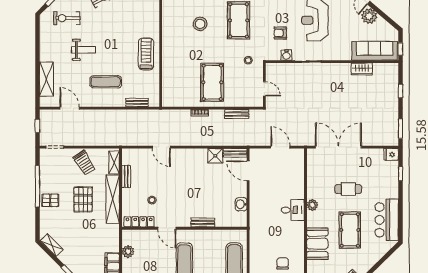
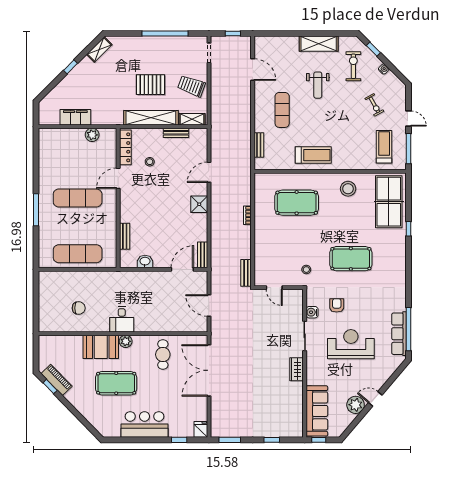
stool: (200, 24) -> (348, 189), moved
wardrobe: (362, 69) -> (296, 369), moved
shelving: (47, 79) -> (319, 44), moved
pool table: (212, 82) -> (297, 203), moved
door: (264, 89) -> (274, 288), hinge flipped
door: (70, 108) -> (253, 70), hinge flipped
bench: (237, 114) -> (246, 273), moved
door: (280, 147) -> (209, 305), swing flipped
double door: (338, 147) -> (209, 370), swing flipped
shower: (215, 156) -> (199, 204), moved
trolley: (84, 163) -> (191, 86), turned 52
cafe table: (348, 189) -> (163, 355), moved
pallet: (50, 200) -> (149, 48), removed
plant: (312, 205) -> (126, 341), moved
desk: (293, 210) -> (122, 319), moved
bar counter: (387, 220) -> (144, 425), moved
bench: (203, 222) -> (125, 236), moved

